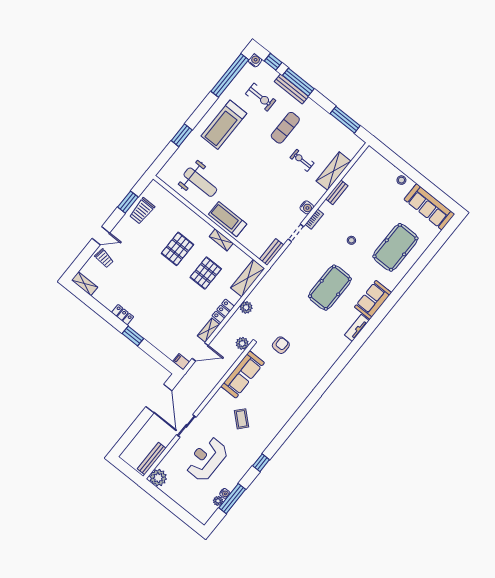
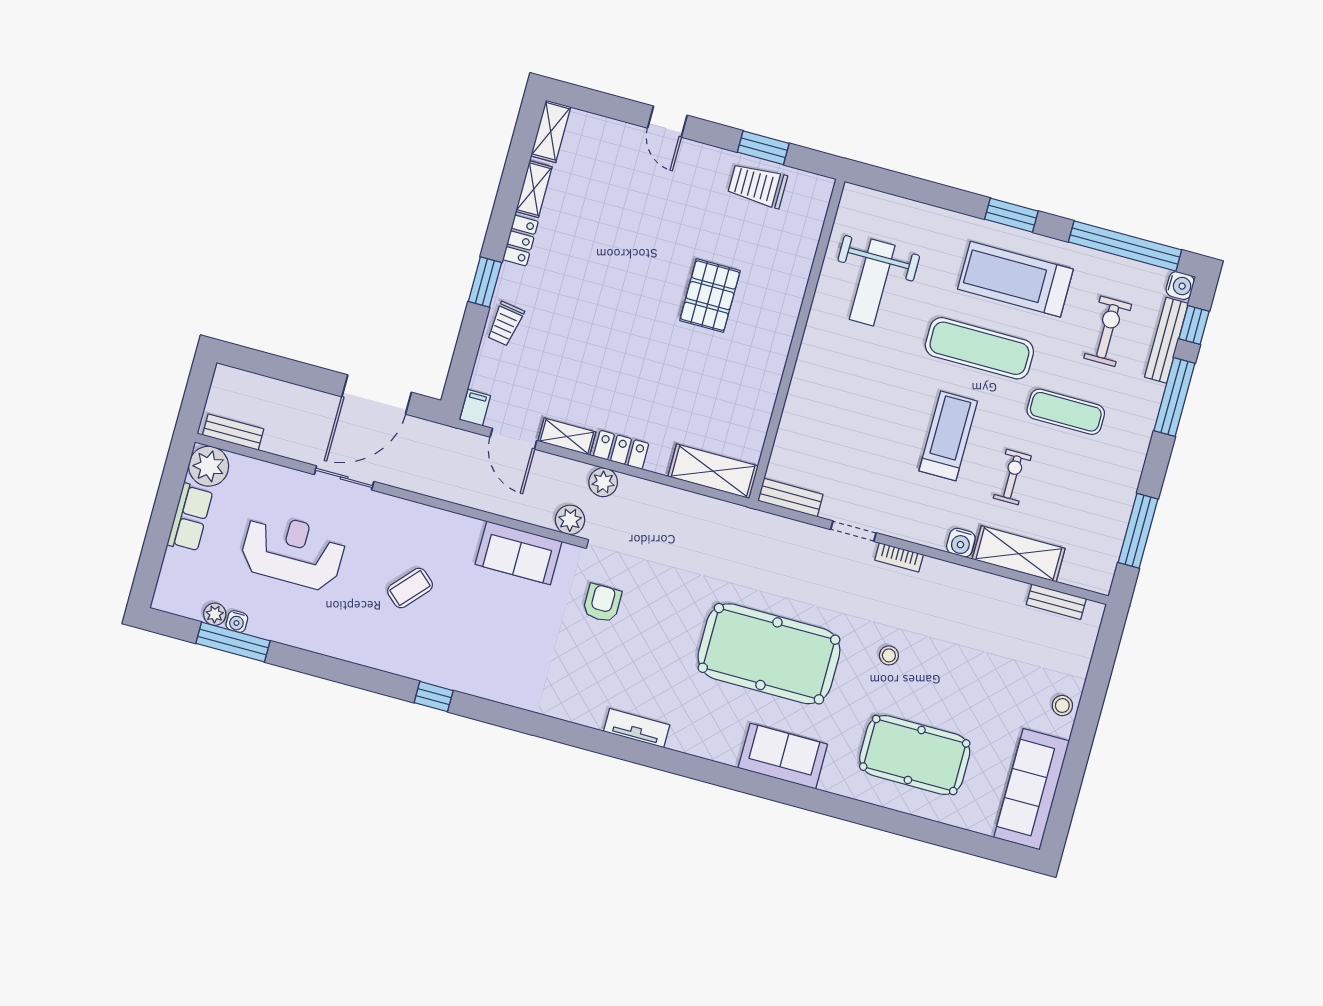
bench: (291, 89) -> (1166, 340), moved
exercise bike: (261, 97) -> (1108, 331), turned 180
window: (182, 135) -> (1011, 215), moved
exercise mat: (245, 151) -> (979, 348), added
bench: (337, 192) -> (1056, 602), moved
water cooler: (307, 207) -> (961, 543), moved
treadmill: (228, 219) -> (948, 436), moved
shelving: (221, 240) -> (534, 189), moved
pallet: (177, 249) -> (710, 296), turned 90
trolley: (104, 258) -> (505, 324), moved
pallet: (206, 273) -> (685, 378), removed
pool table: (330, 288) -> (769, 654), width x1.36, depth x1.32
plant: (246, 307) -> (603, 482), moved
tv unit: (357, 328) -> (637, 728), moved
armchair: (281, 345) -> (602, 603), turned -91
sofa: (243, 374) -> (519, 553), width x0.73
bench: (152, 459) -> (233, 432), width x0.73
window: (261, 463) -> (434, 697), moved
row of seats: (175, 494) -> (190, 518), added

